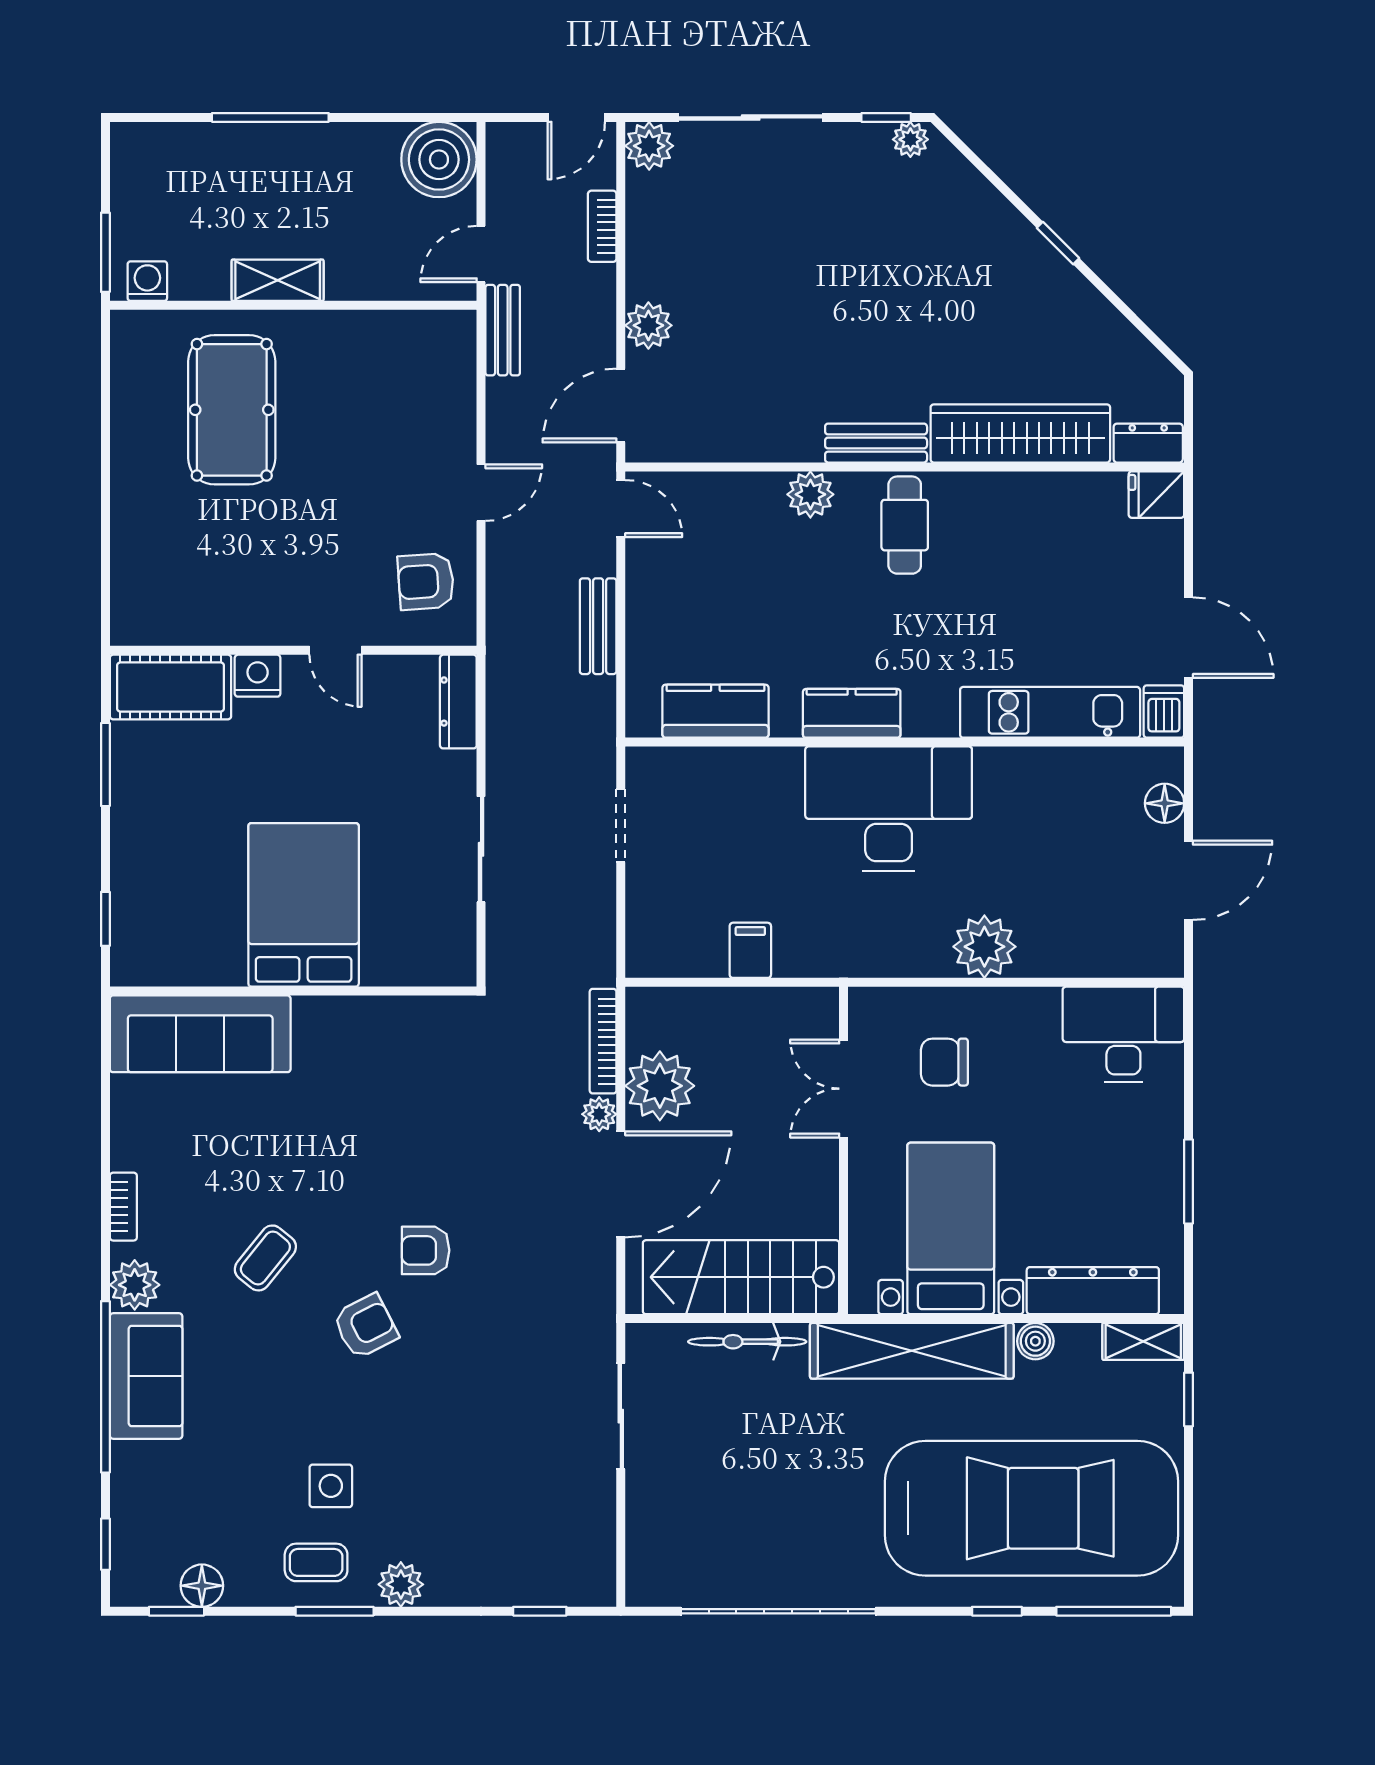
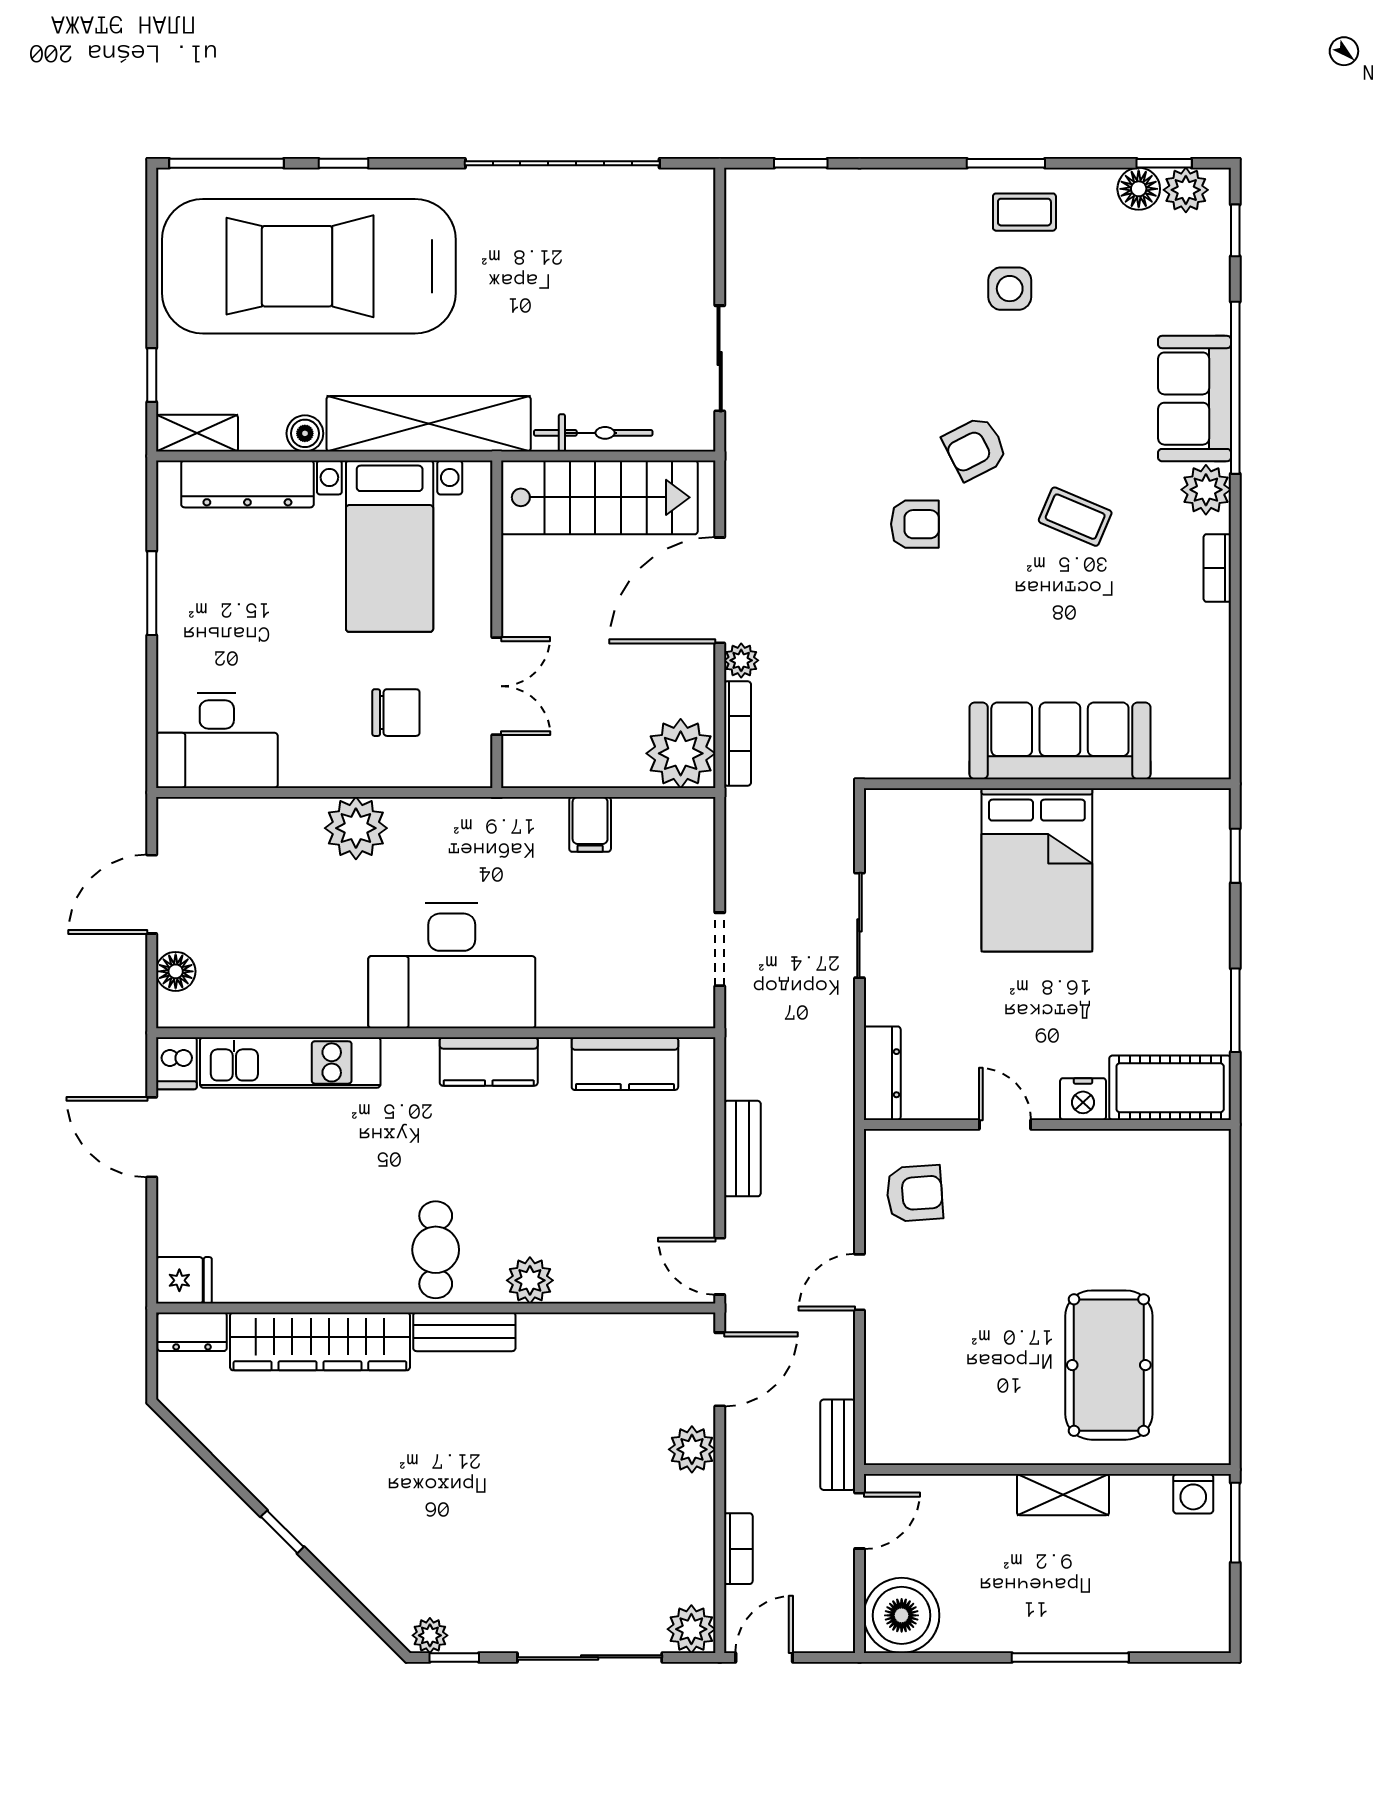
sofa: (200, 1034) -> (1060, 741), moved
plant: (660, 1086) -> (681, 753), moved
coffee table: (265, 1258) -> (1075, 517), turned 74
plant: (401, 1584) -> (1186, 190), moved

